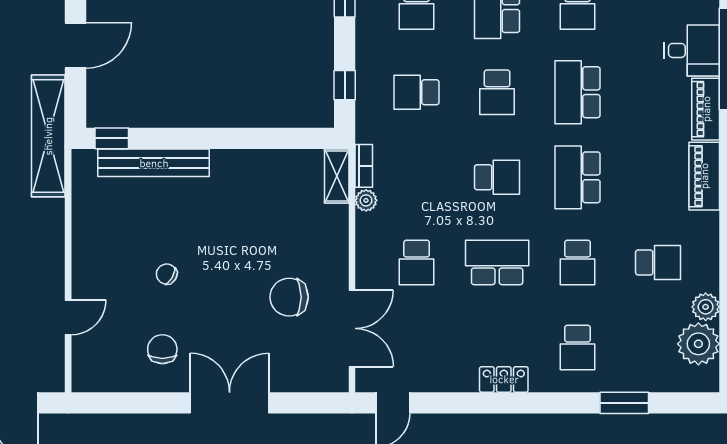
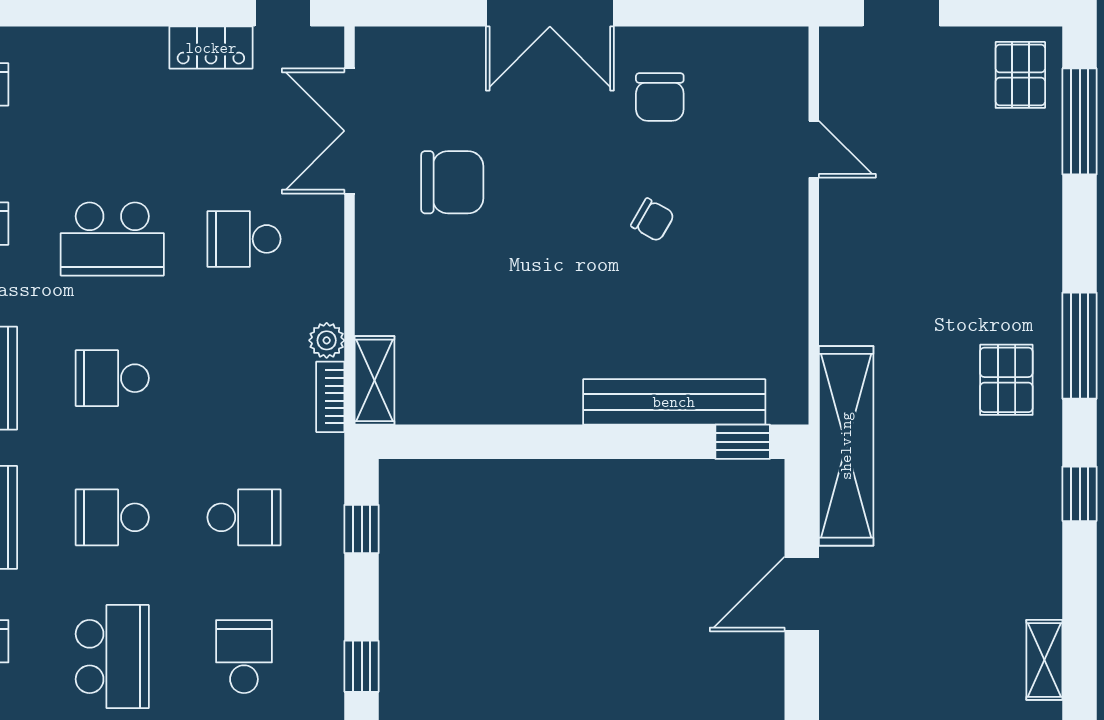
school desk: (497, 92) -> (112, 517), turned -90
school desk: (417, 262) -> (244, 239), turned -90
door: (68, 317) -> (814, 149), swing flipped
locker: (504, 379) -> (211, 48), moved

